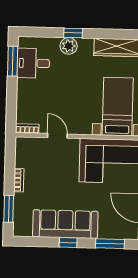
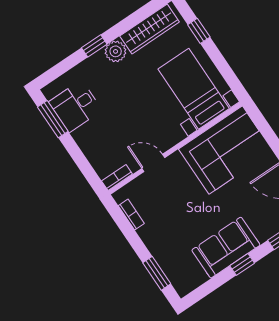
plant: (69, 46) -> (116, 51), moved
bookcase: (19, 180) -> (131, 215), moved
sofa: (65, 224) -> (226, 248), width x0.73

